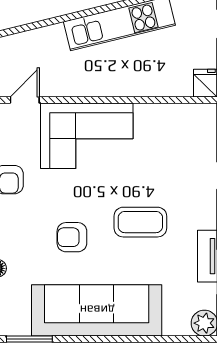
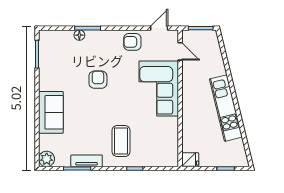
coffee table: (140, 222) -> (121, 141), moved
sofa: (97, 310) -> (51, 112), width x0.54, depth x0.79

